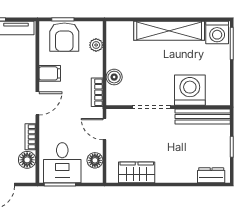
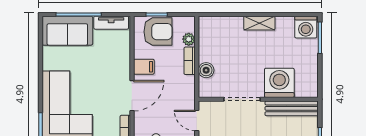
shelving: (169, 31) -> (259, 23), width x0.45, depth x0.75
armchair: (64, 37) -> (158, 32), turned -90
bookcase: (97, 92) -> (190, 61), moved
door: (37, 103) -> (132, 96), width x1.37

